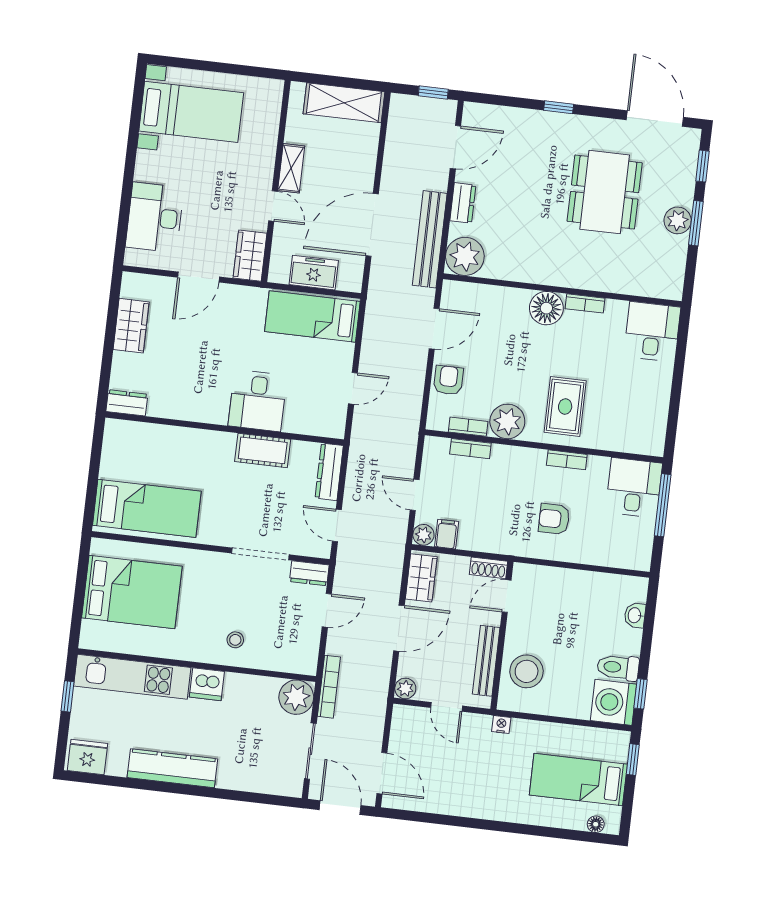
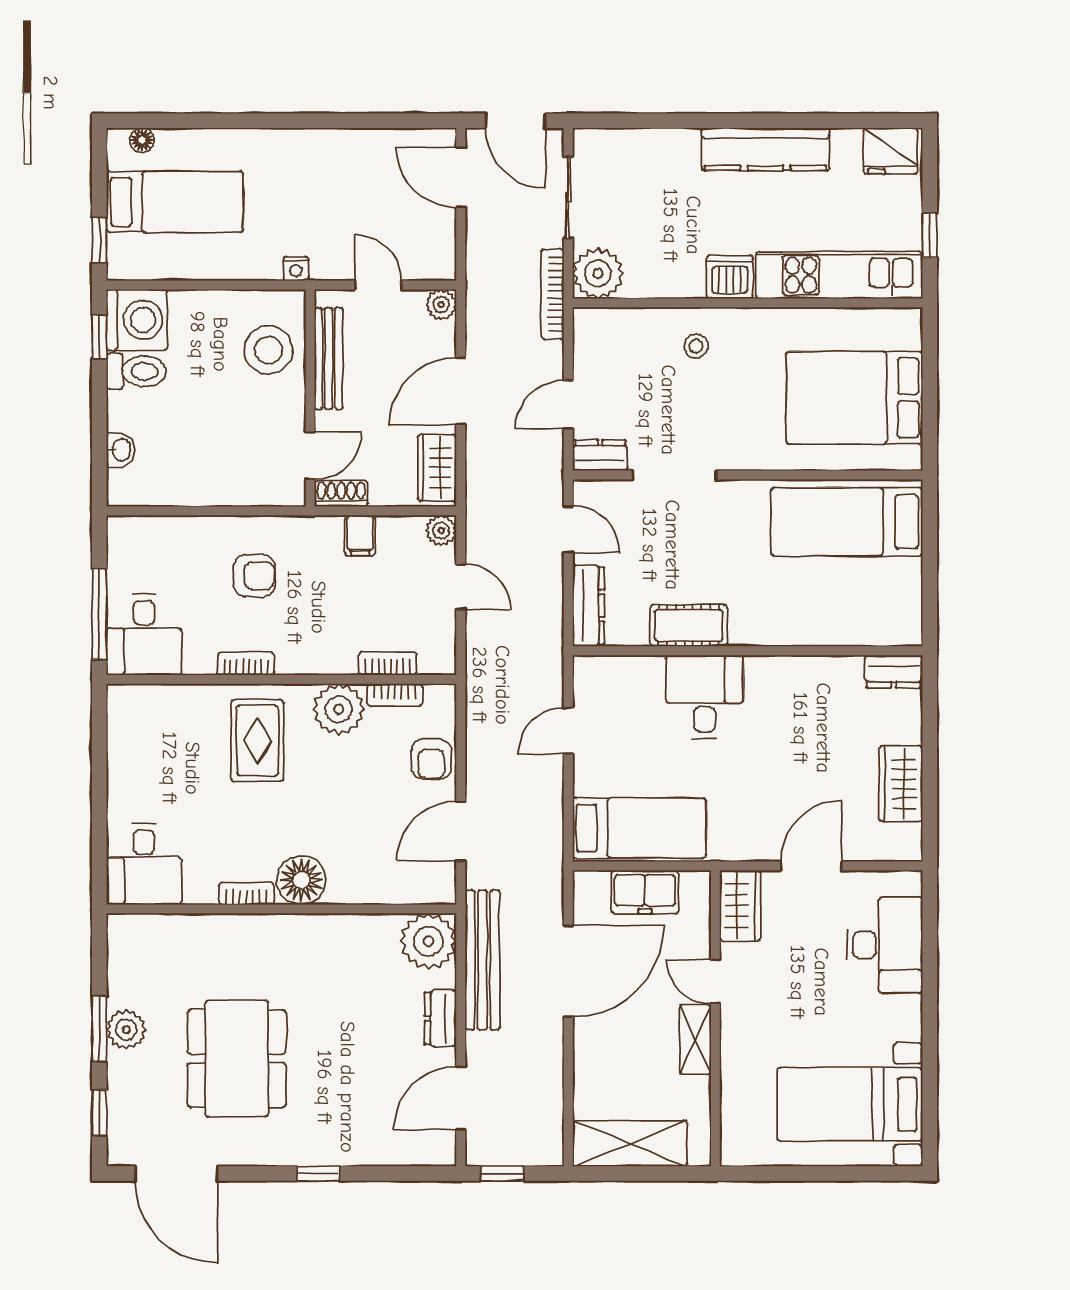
filing cabinet: (447, 534) -> (360, 536), moved

